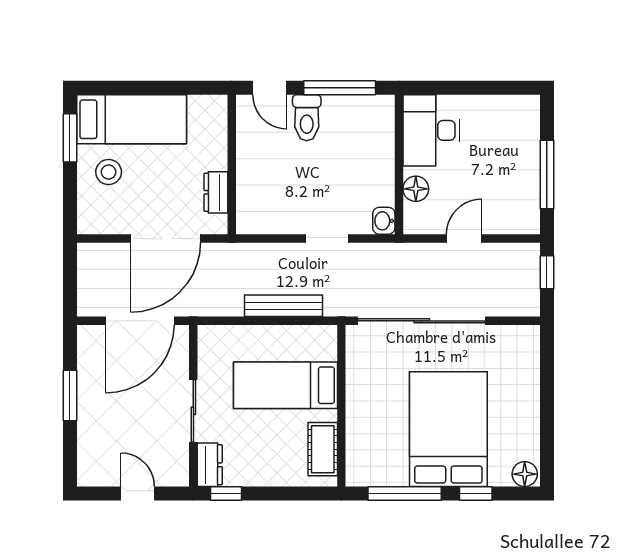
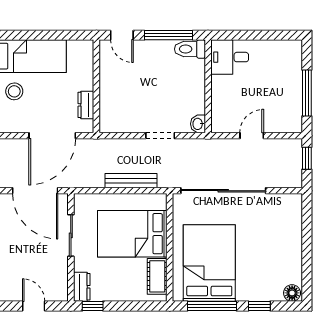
toilet: (307, 118) -> (190, 49), moved, turned 90
desk: (431, 130) -> (230, 57), width x0.73
floor lamp: (416, 189) -> (219, 103), removed
door: (140, 321) -> (35, 191), hinge flipped
bed: (285, 385) -> (132, 234), width x1.50
sliding door: (193, 411) -> (71, 235), moved
bed: (448, 429) -> (209, 263), moved

